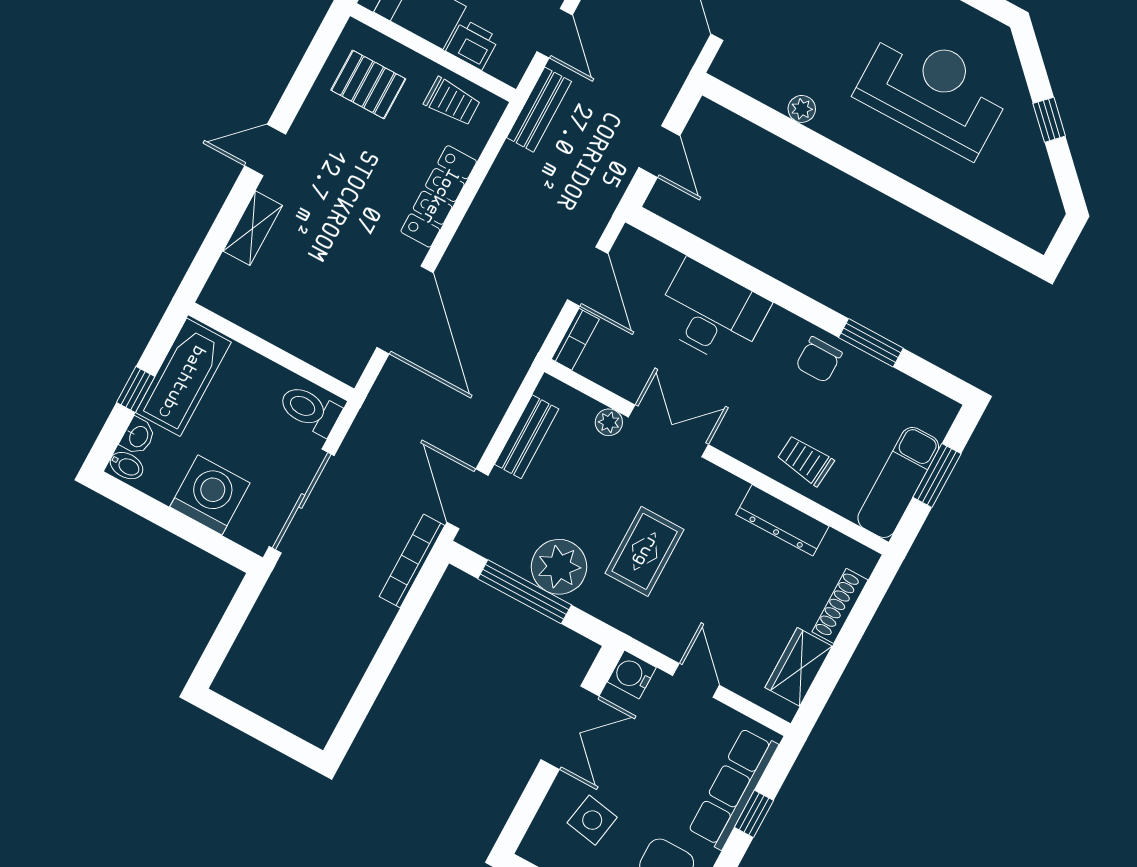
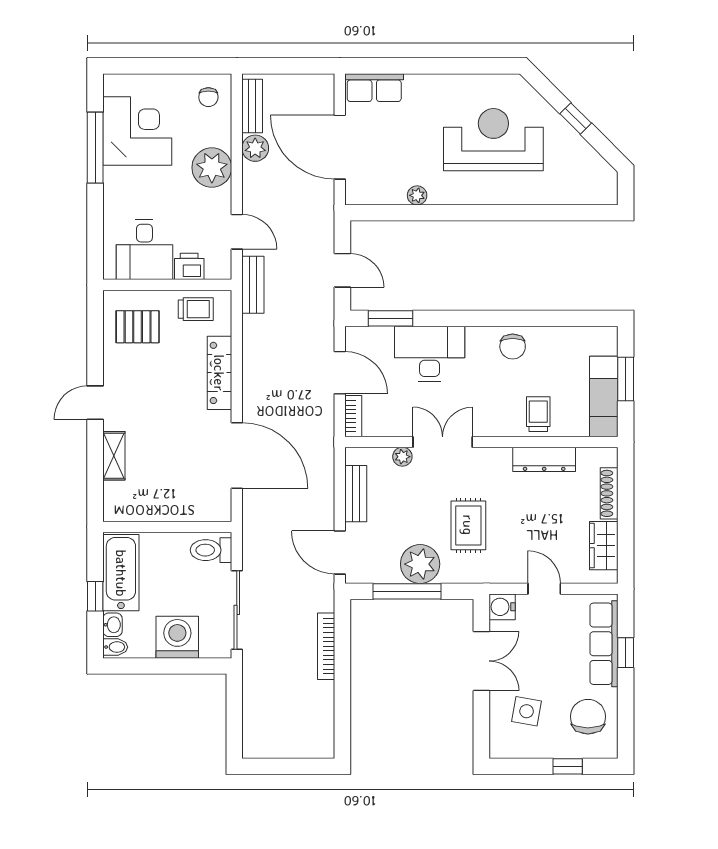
window: (871, 343) -> (390, 318), moved
trolley: (805, 460) -> (538, 414), turned 85
bookcase: (412, 561) -> (326, 646), moved

